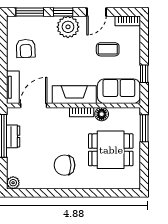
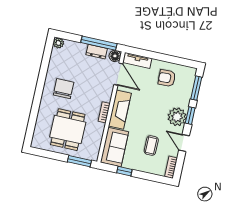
floor lamp: (102, 114) -> (115, 56), moved

